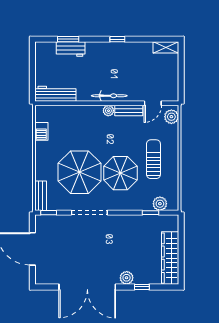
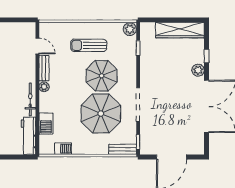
bicycle: (109, 96) -> (30, 100), moved
barbecue: (69, 113) -> (46, 124), added
plant: (171, 117) -> (50, 29), removed
plant: (160, 204) -> (130, 29), moved

